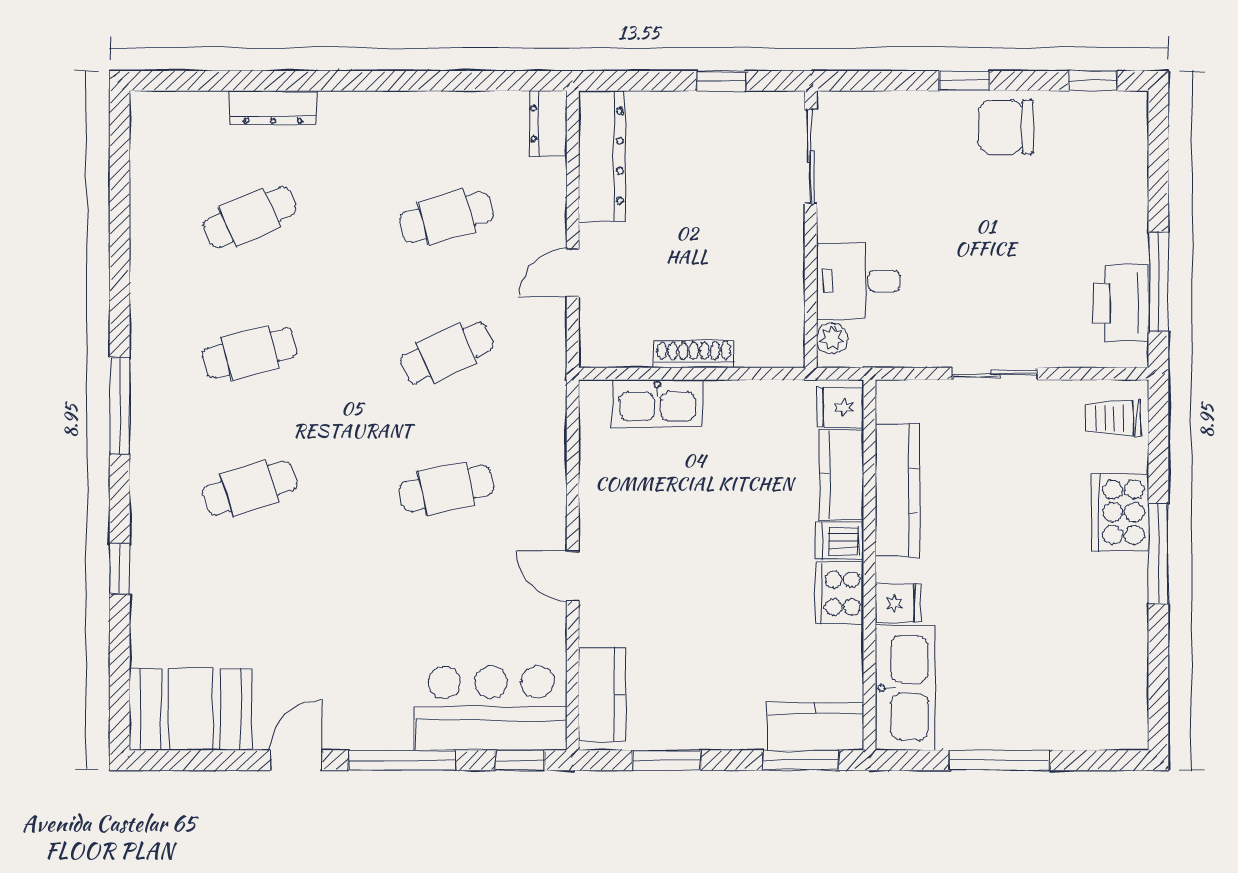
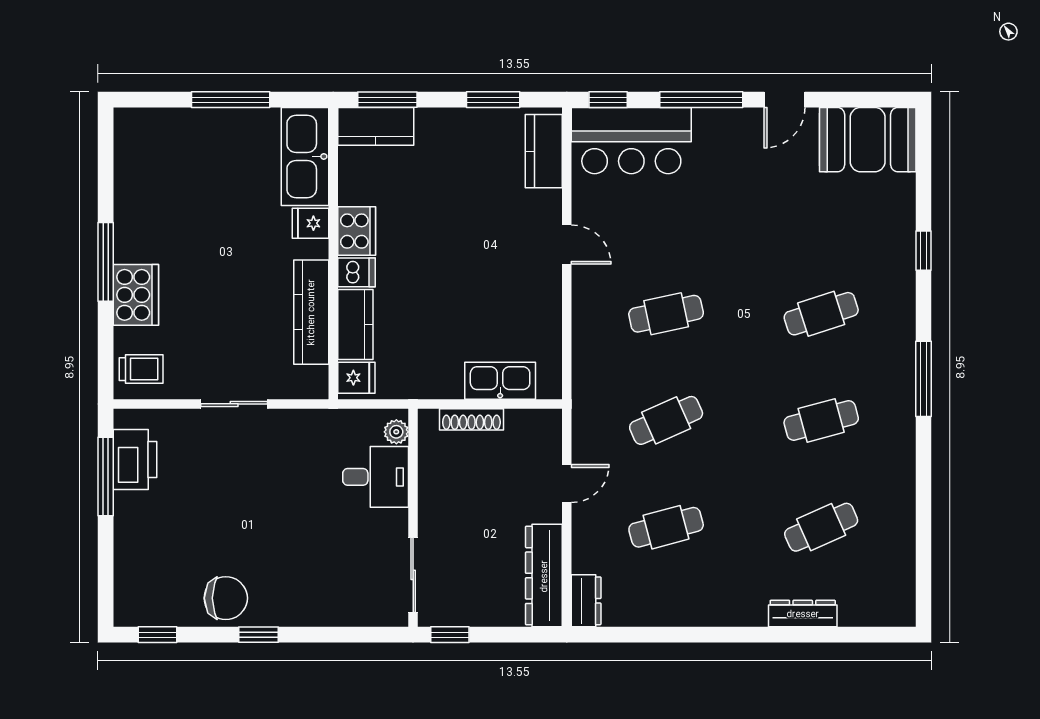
sliding door: (811, 157) -> (413, 575), moved
wall: (811, 229) -> (413, 518), moved
desk: (858, 281) -> (376, 477), moved
plant: (832, 338) -> (396, 432), moved

